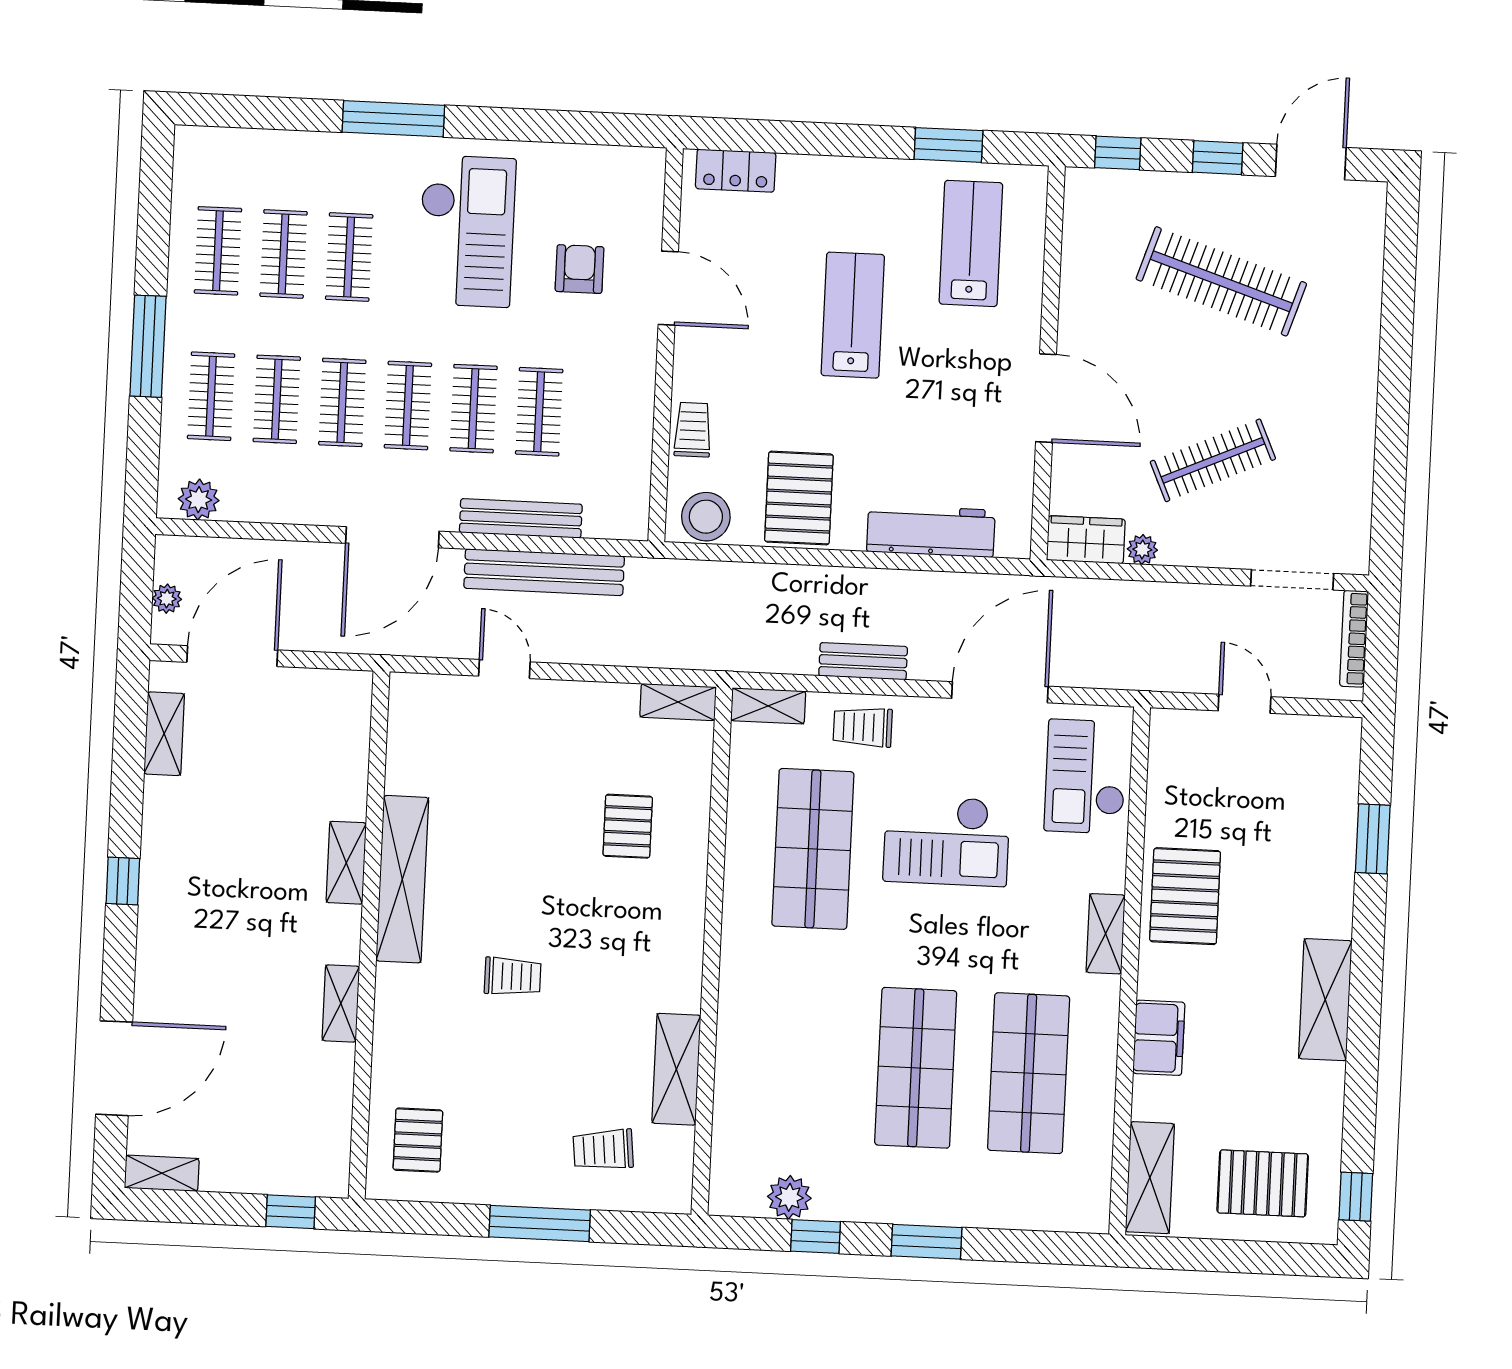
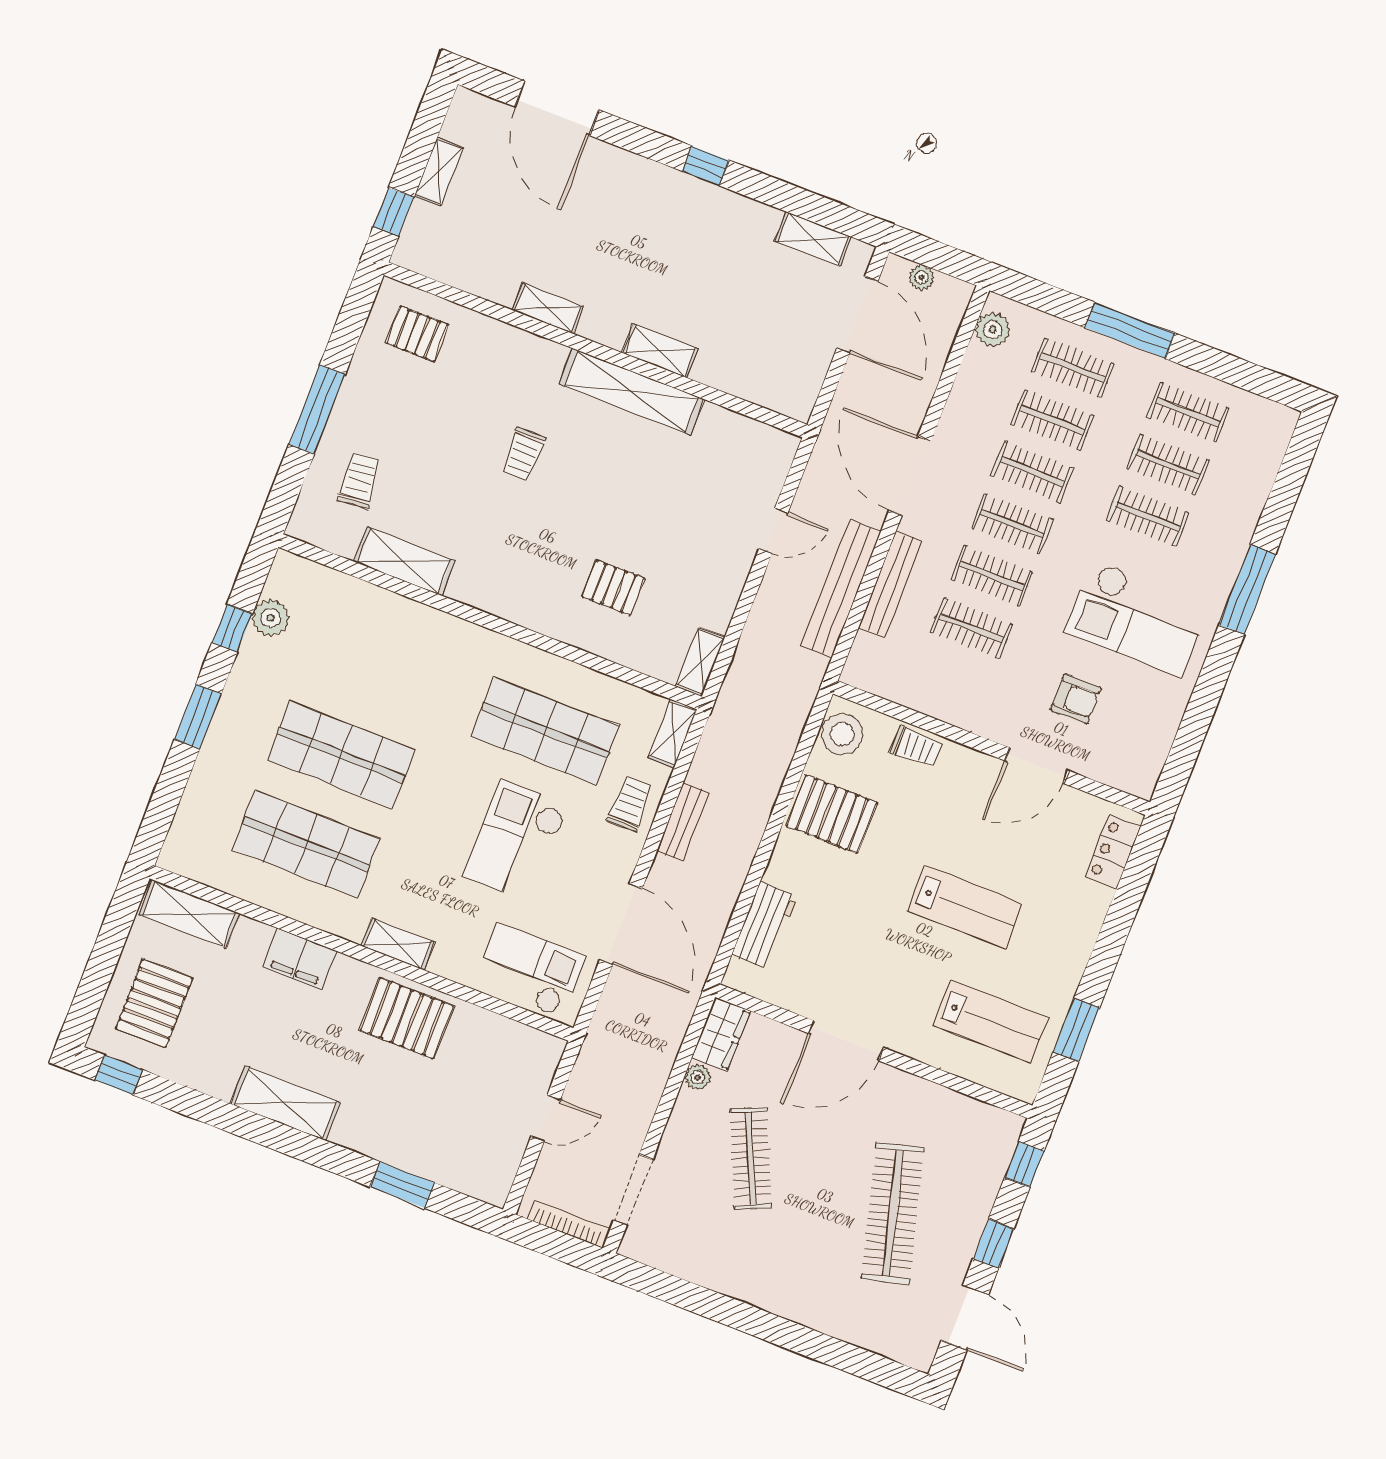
clothes rail: (1221, 281) -> (893, 1213), turned -33
workbench: (931, 531) -> (765, 925), width x0.73
shelving: (162, 1173) -> (439, 171), moved

